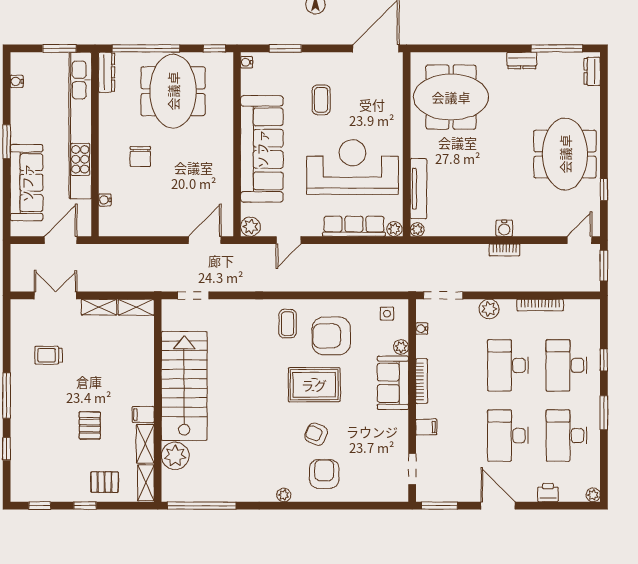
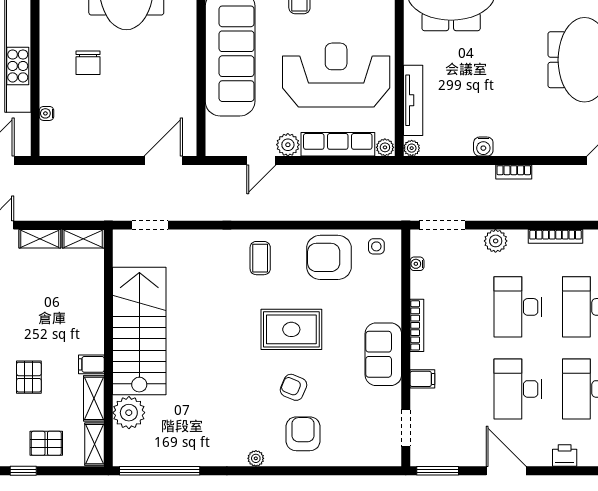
plant: (250, 227) -> (288, 145), moved
water cooler: (504, 228) -> (483, 147), moved
armchair: (331, 336) -> (329, 257), moved
plant: (401, 347) -> (393, 285), removed
sofa: (393, 383) -> (383, 354), moved

